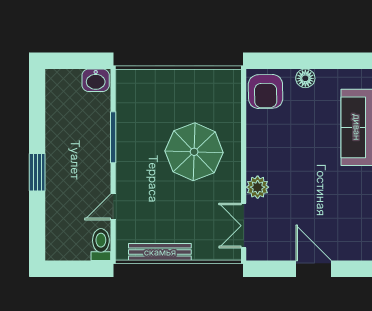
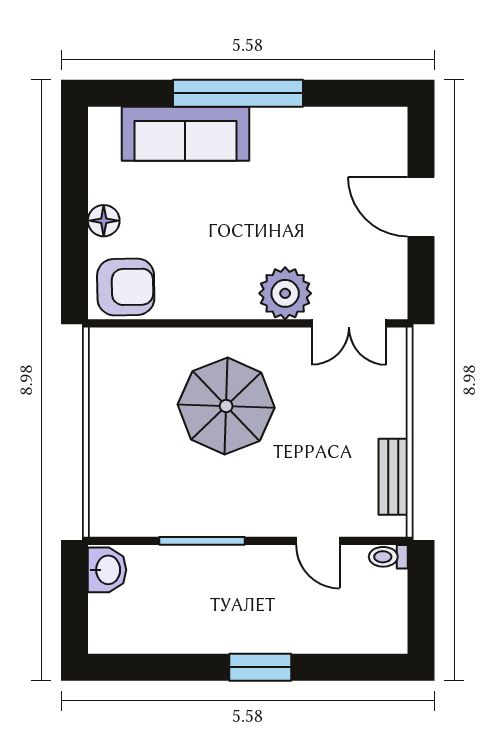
plant: (258, 187) -> (285, 293), width x1.36, depth x1.36
toilet: (101, 245) -> (388, 557), width x0.73, depth x0.72
bench: (160, 252) -> (393, 477), width x0.73
door: (314, 269) -> (421, 207), hinge flipped

